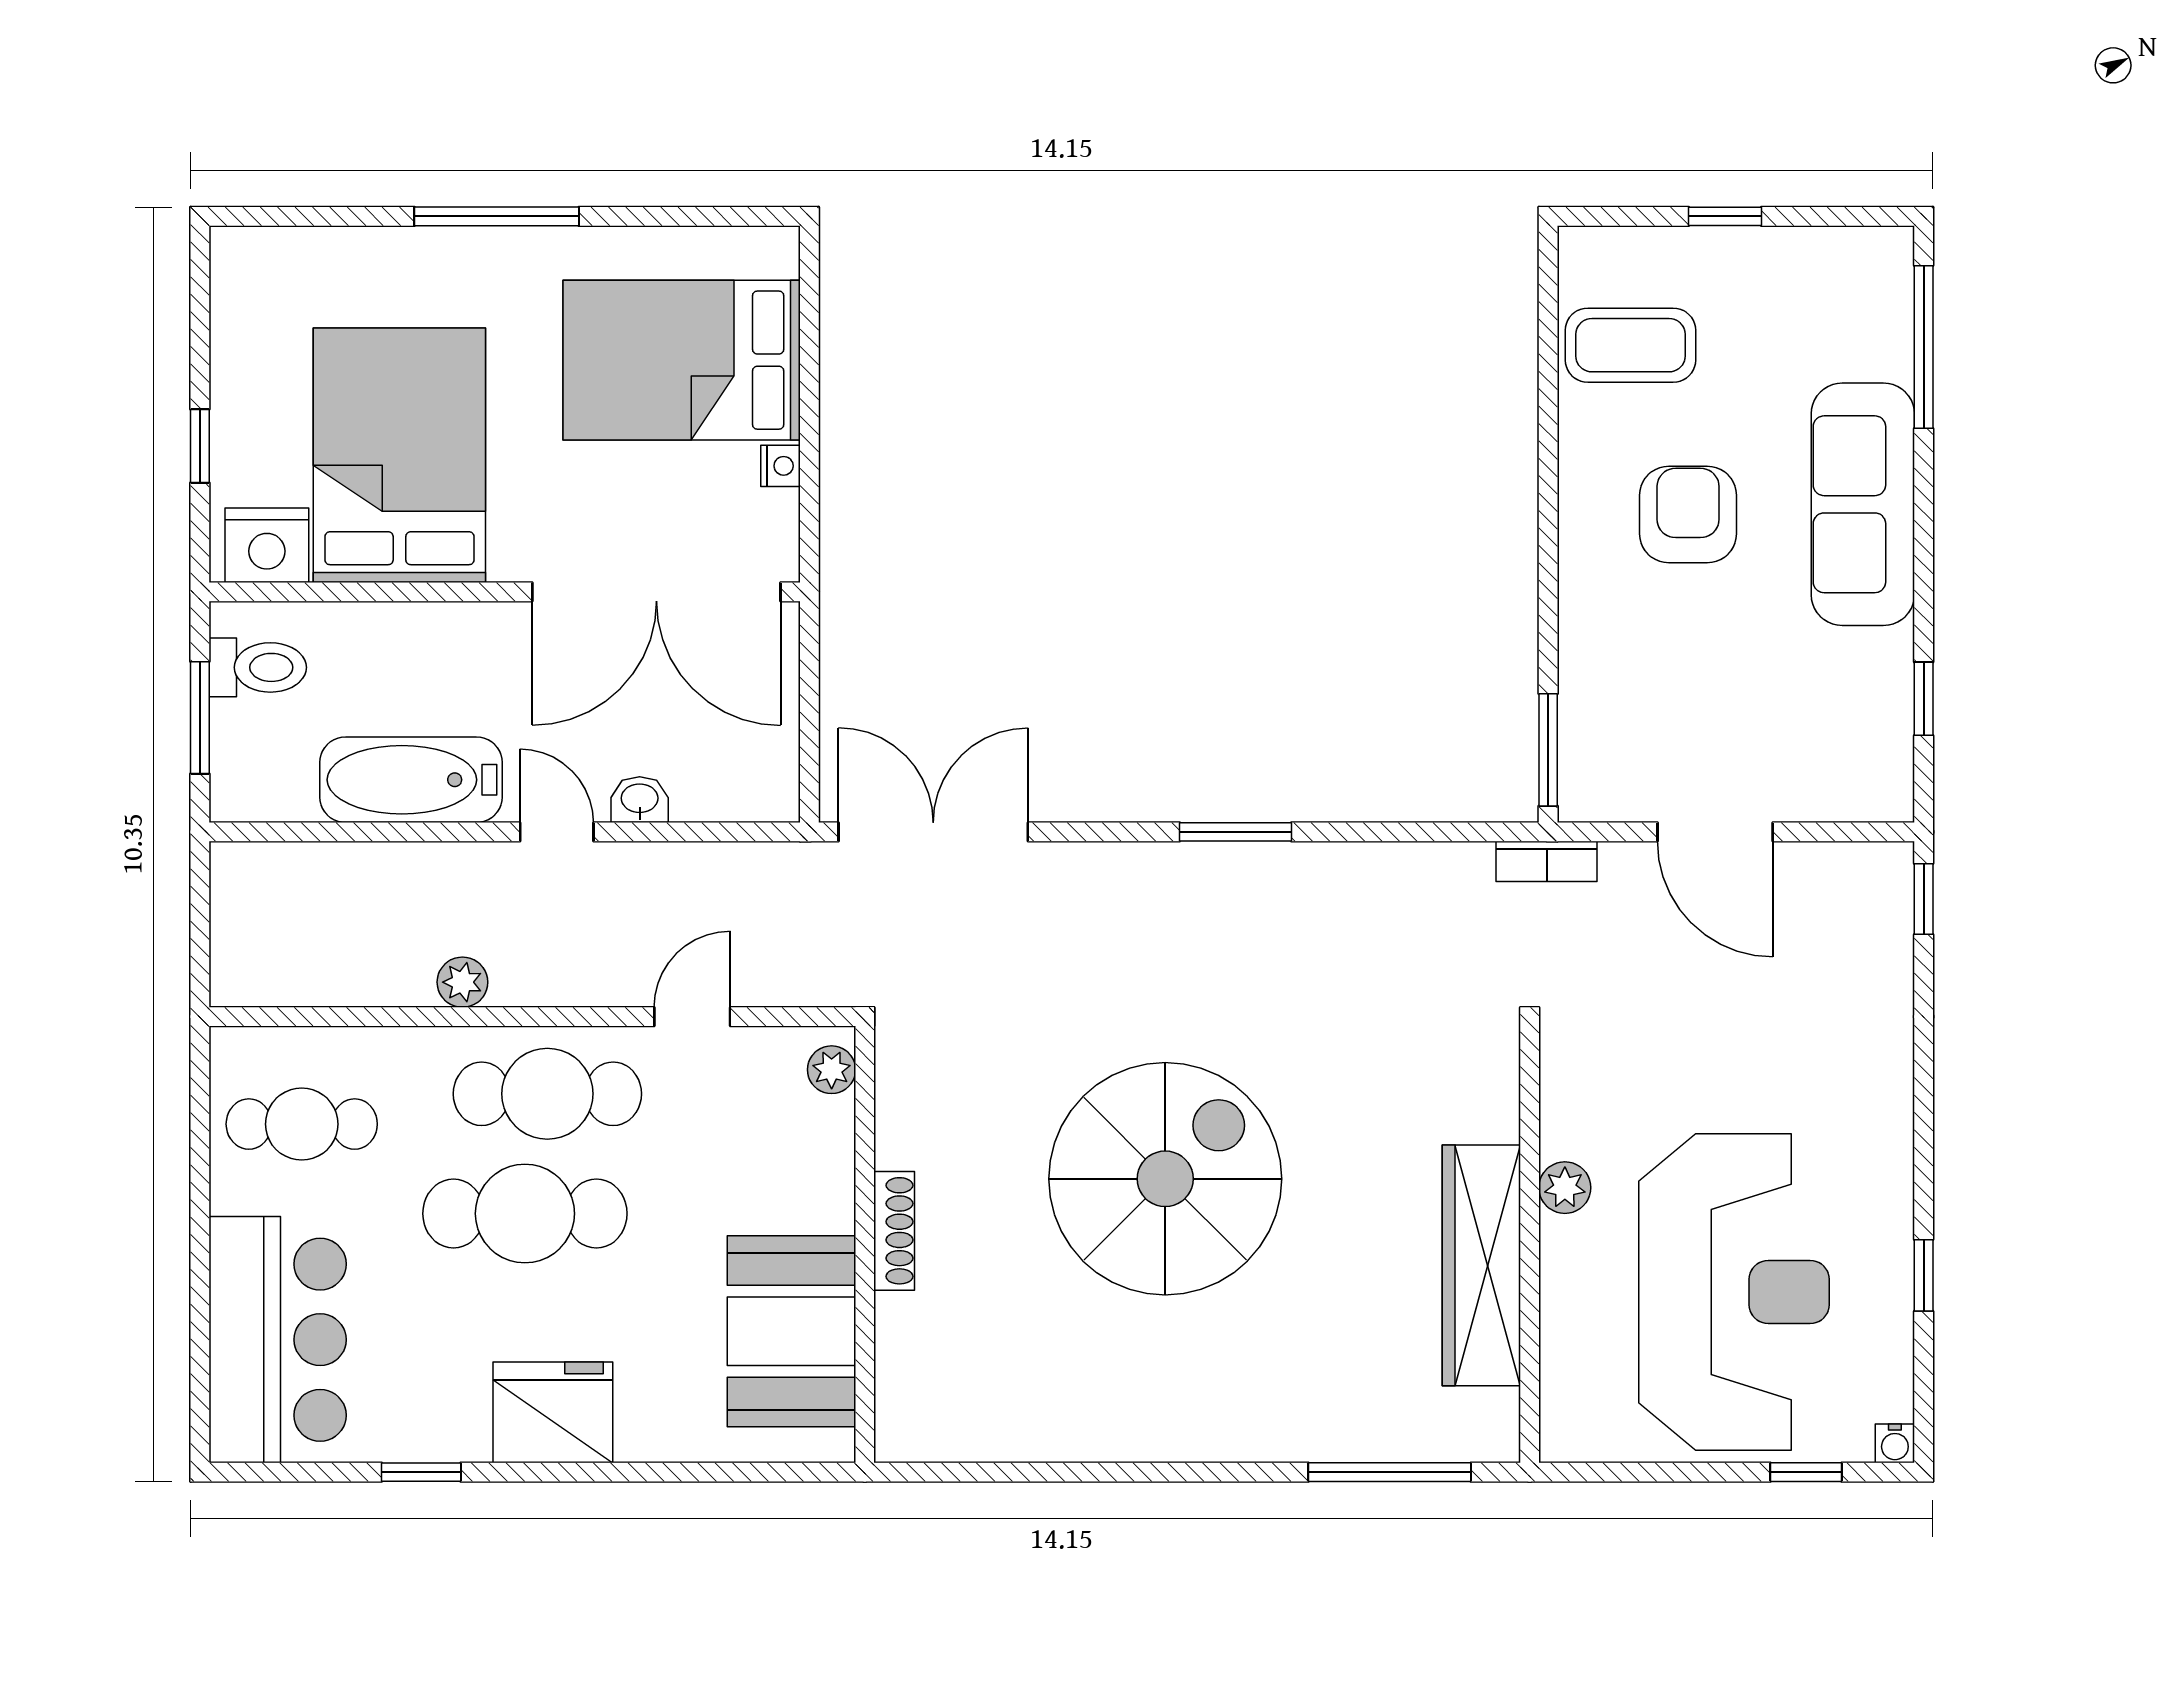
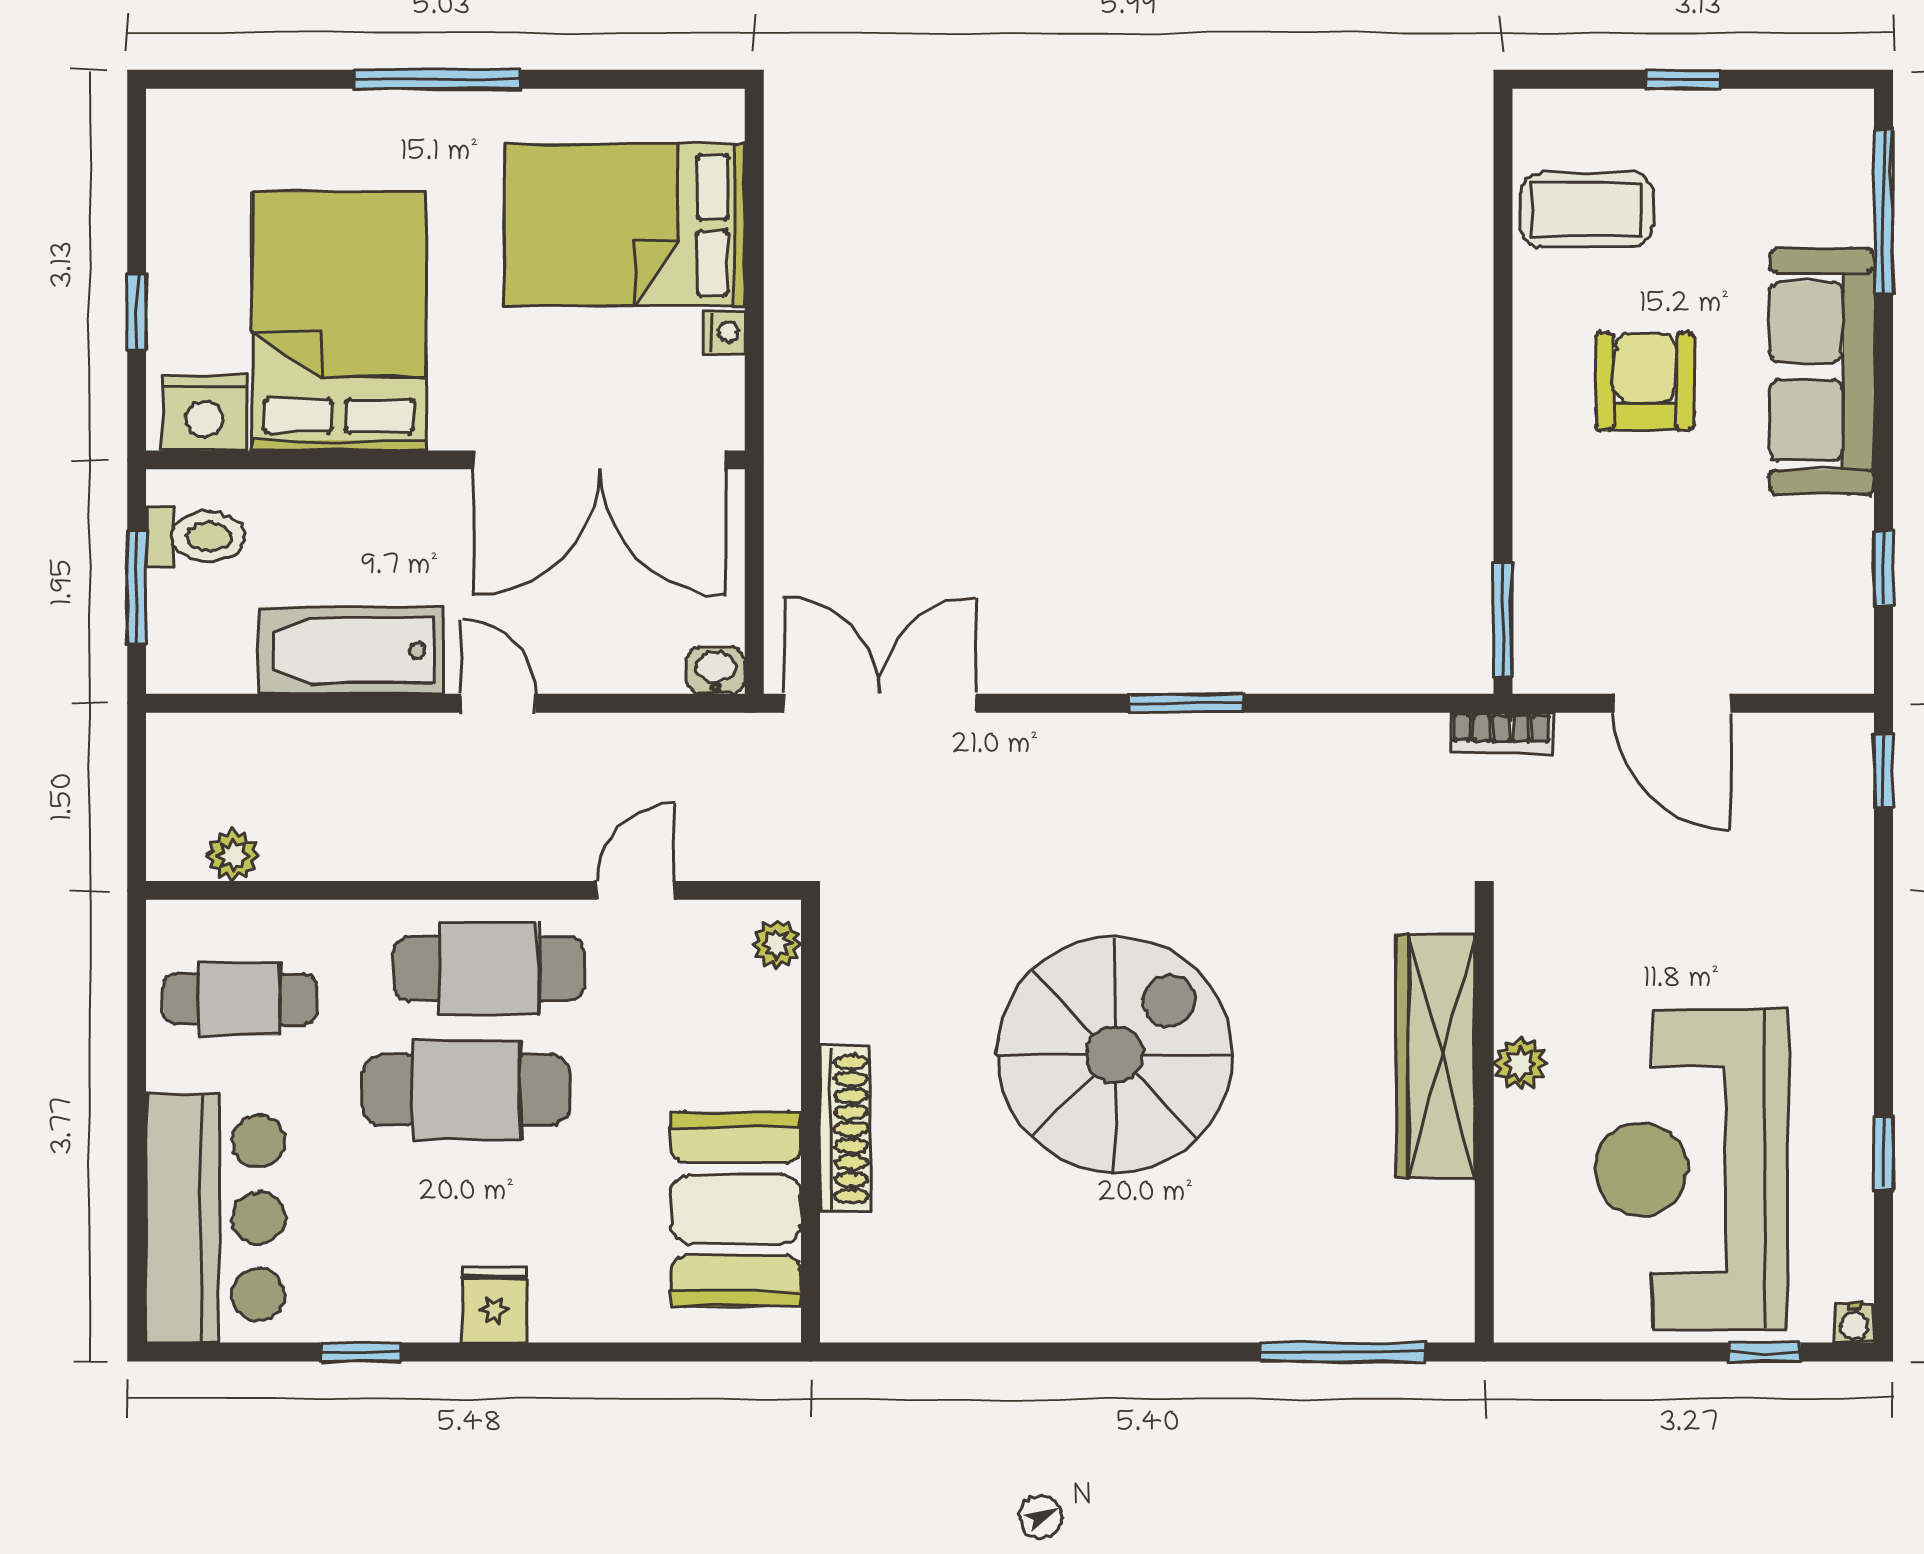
washbasin: (640, 800) -> (716, 670), moved
plant: (462, 982) -> (233, 855), moved
shoe rack: (894, 1231) -> (845, 1129), width x1.36, depth x1.24
wardrobe: (1481, 1265) -> (1435, 1057), moved
reception desk: (1734, 1292) -> (1691, 1169), turned 180
fridge: (553, 1412) -> (494, 1304), width x0.53, depth x0.75

